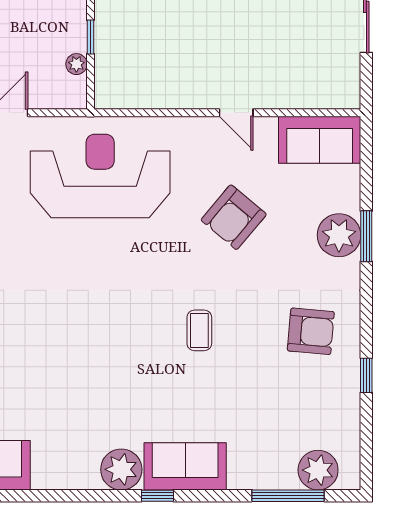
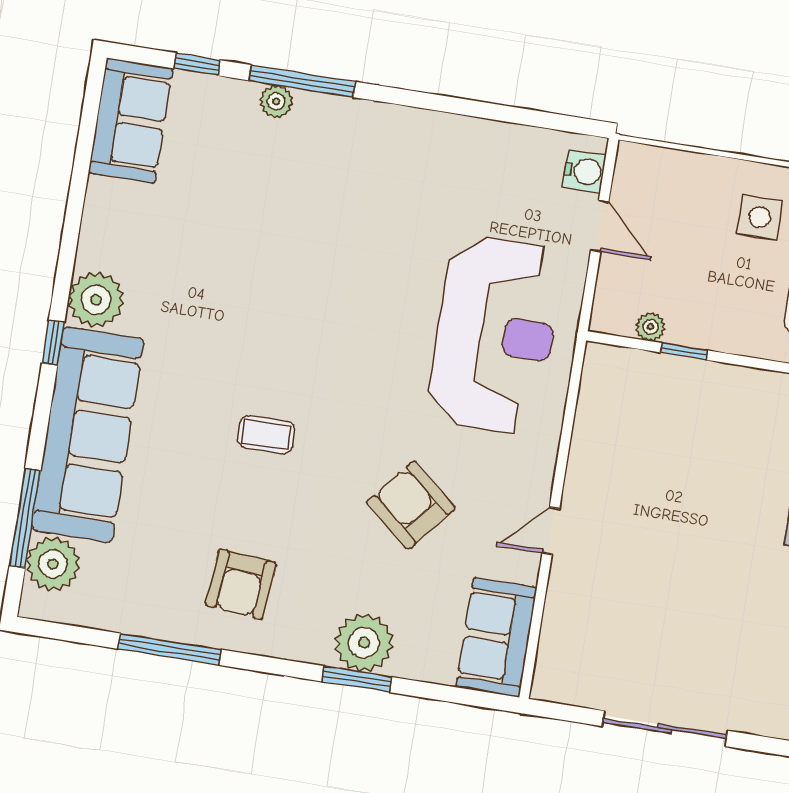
window: (366, 375) -> (170, 649), width x2.17
sofa: (185, 466) -> (88, 434), width x1.85, depth x1.27

